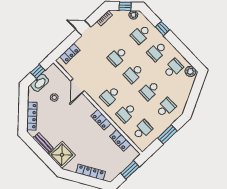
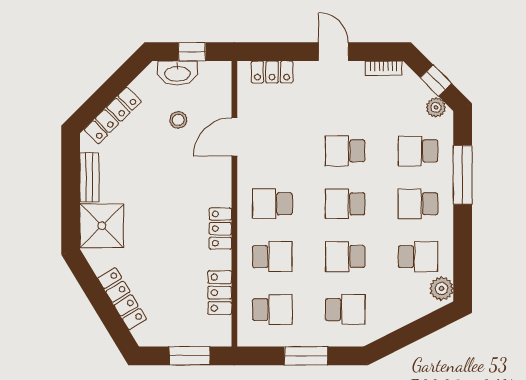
window: (163, 28) -> (463, 175), width x2.17
school desk: (126, 113) -> (272, 257), turned 180

